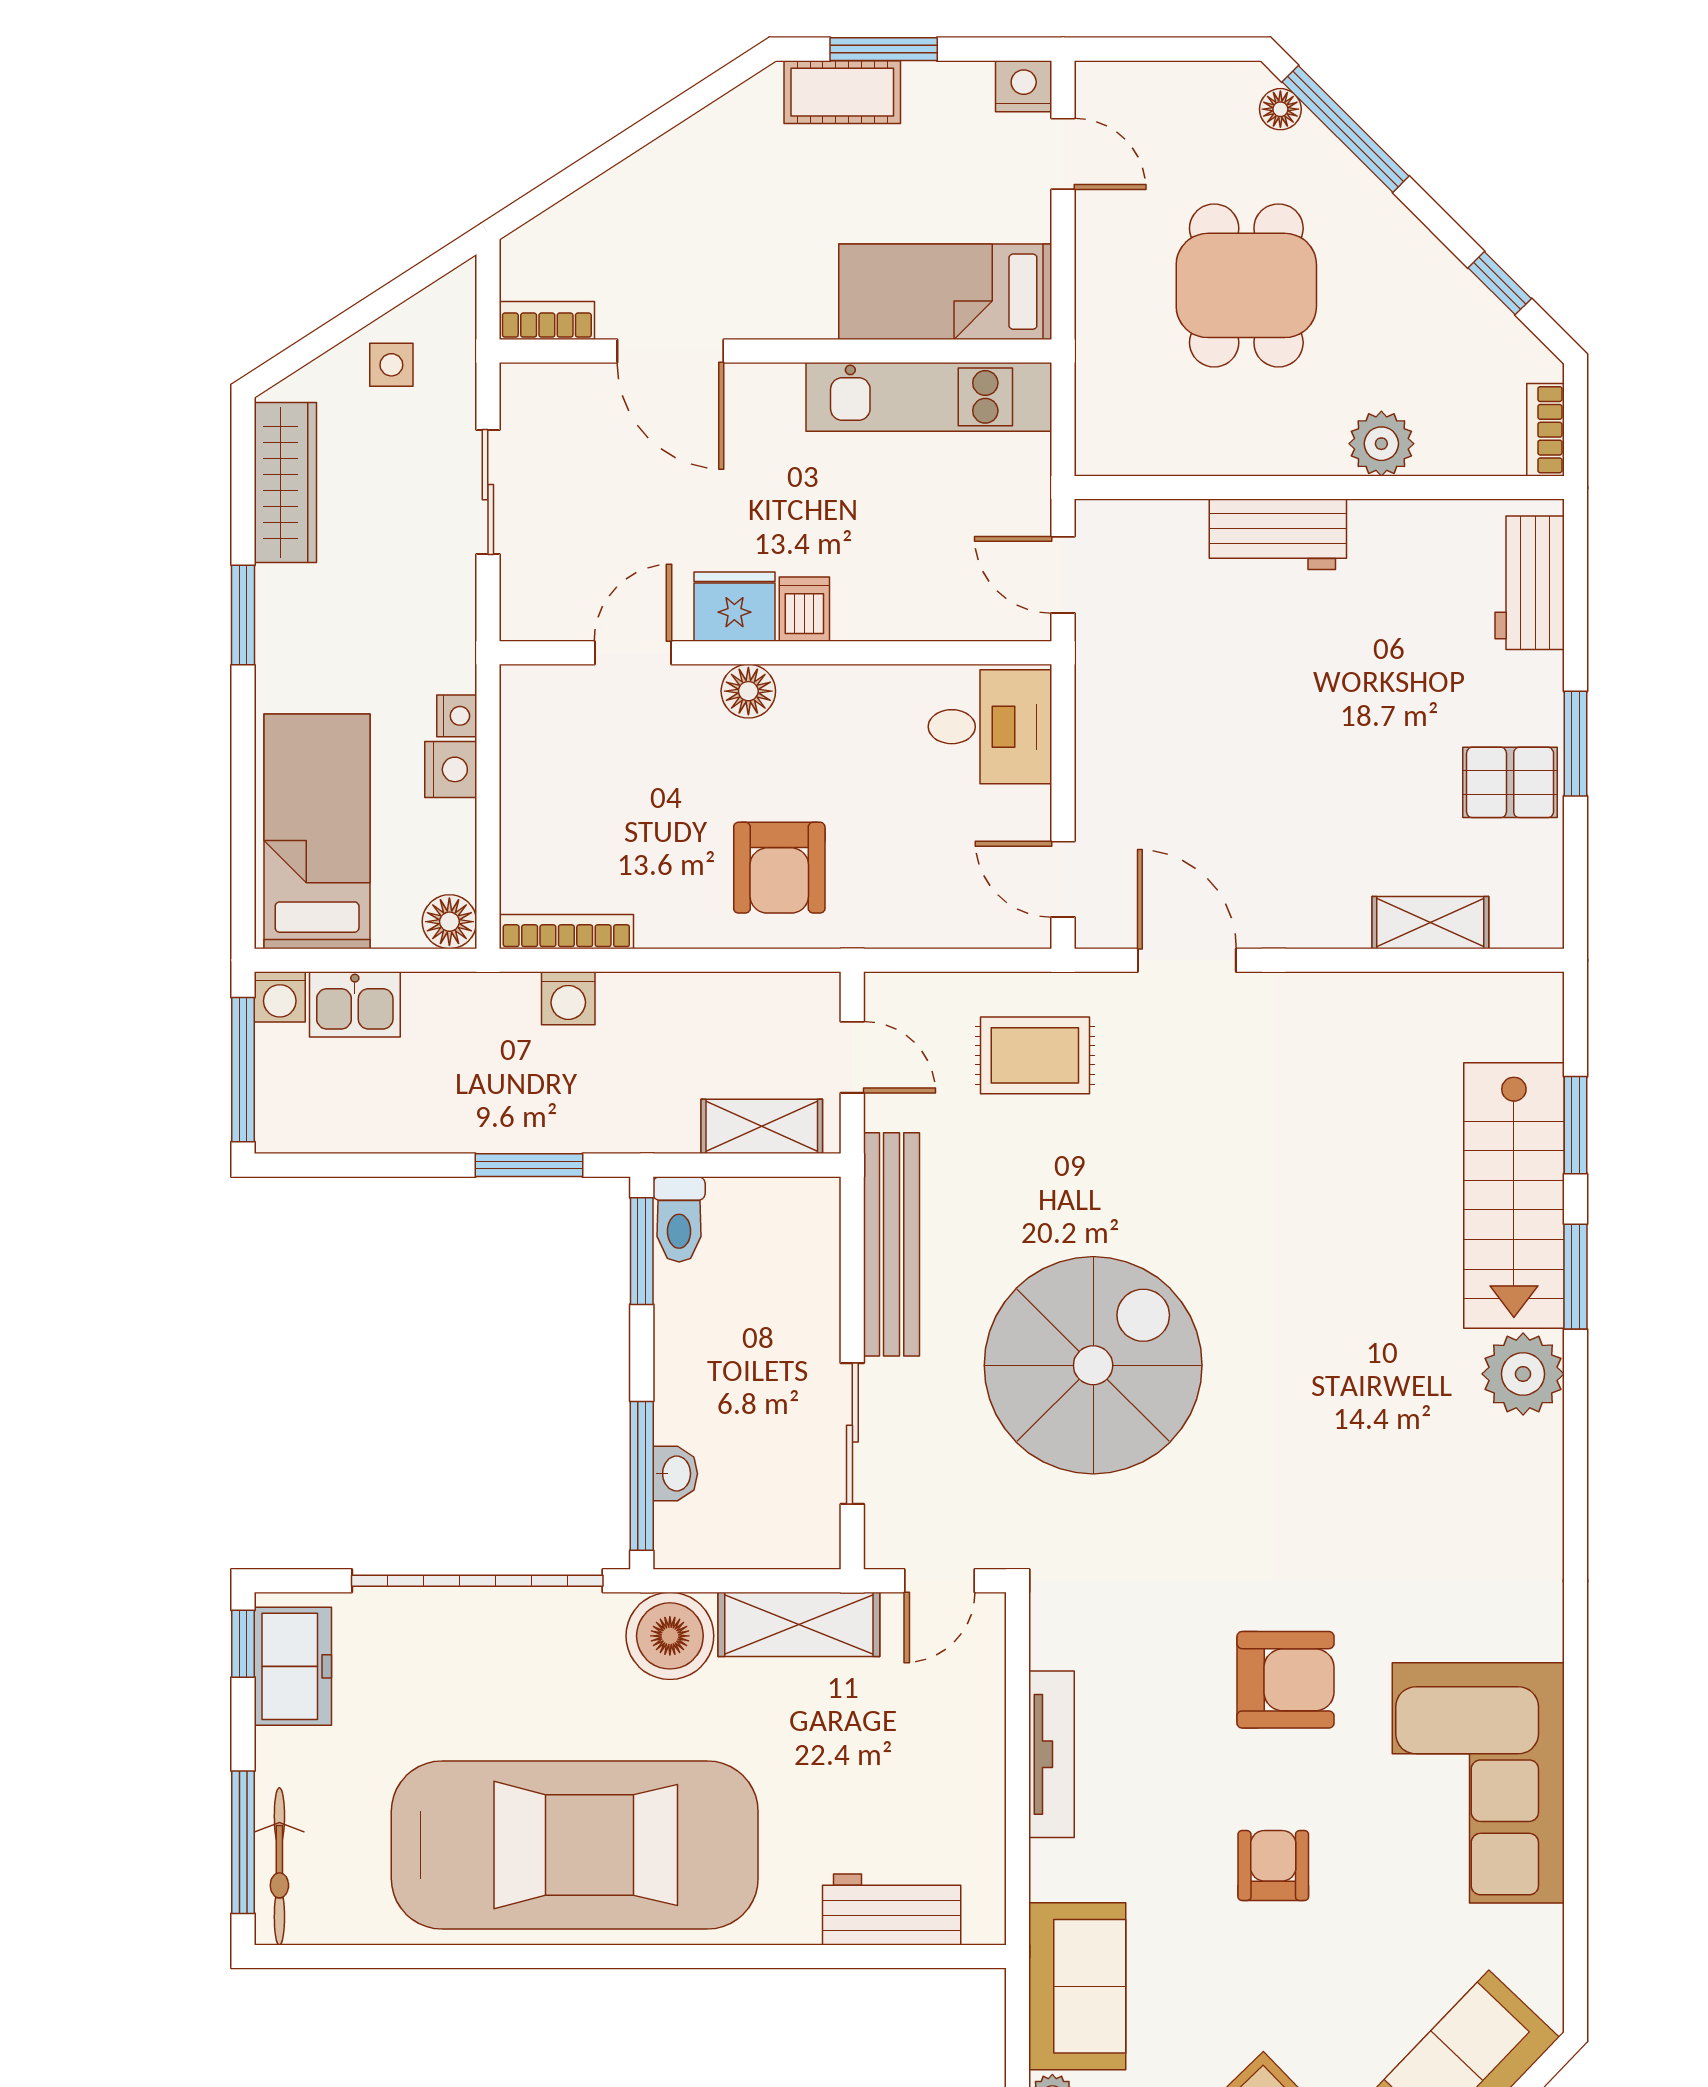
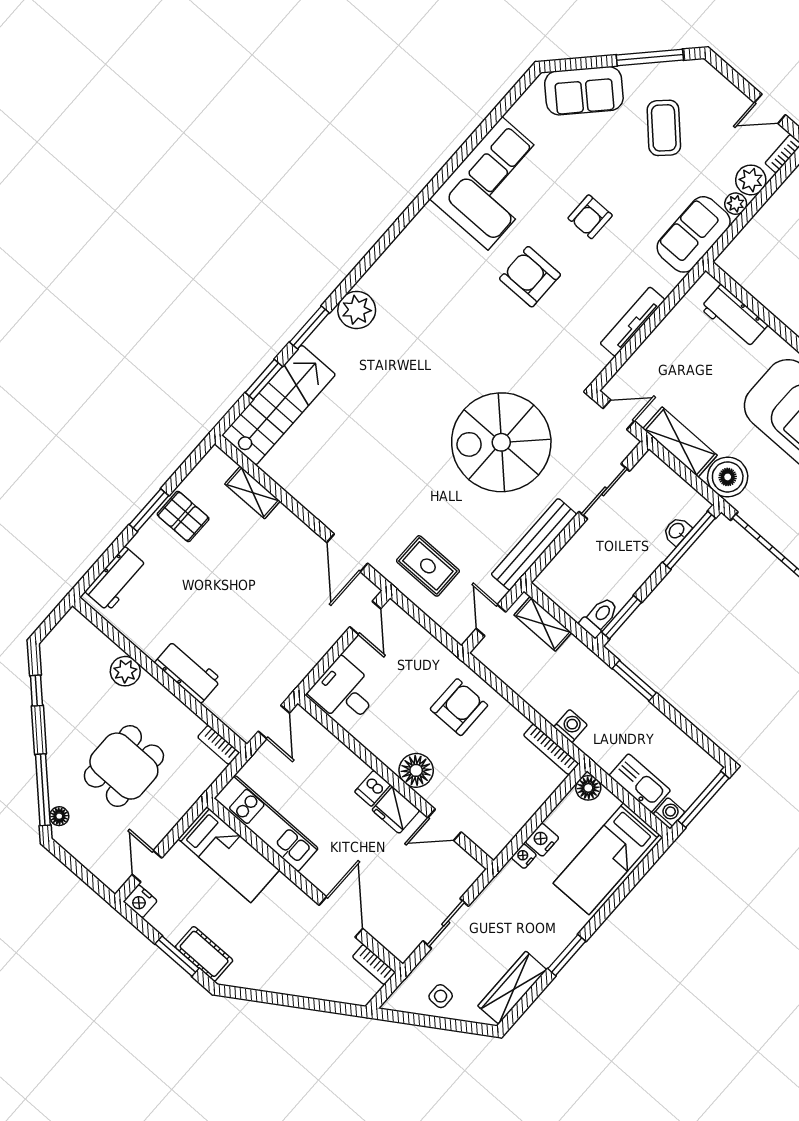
bookcase: (1545, 430) -> (219, 745), moved, turned 90
floor lamp: (748, 691) -> (416, 770), width x1.38, depth x1.38
kitchen sink: (355, 1004) -> (640, 783), width x1.38
stairs: (1514, 1195) -> (279, 405), moved

